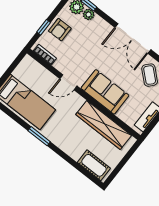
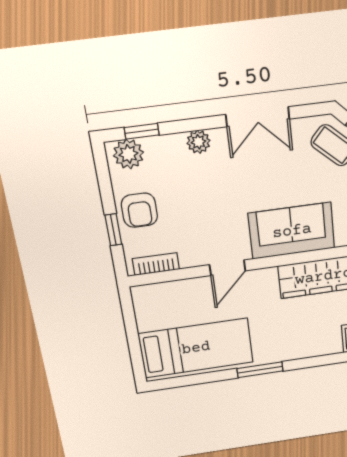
plant: (89, 14) -> (198, 142), moved
double door: (133, 38) -> (258, 117), width x0.73

